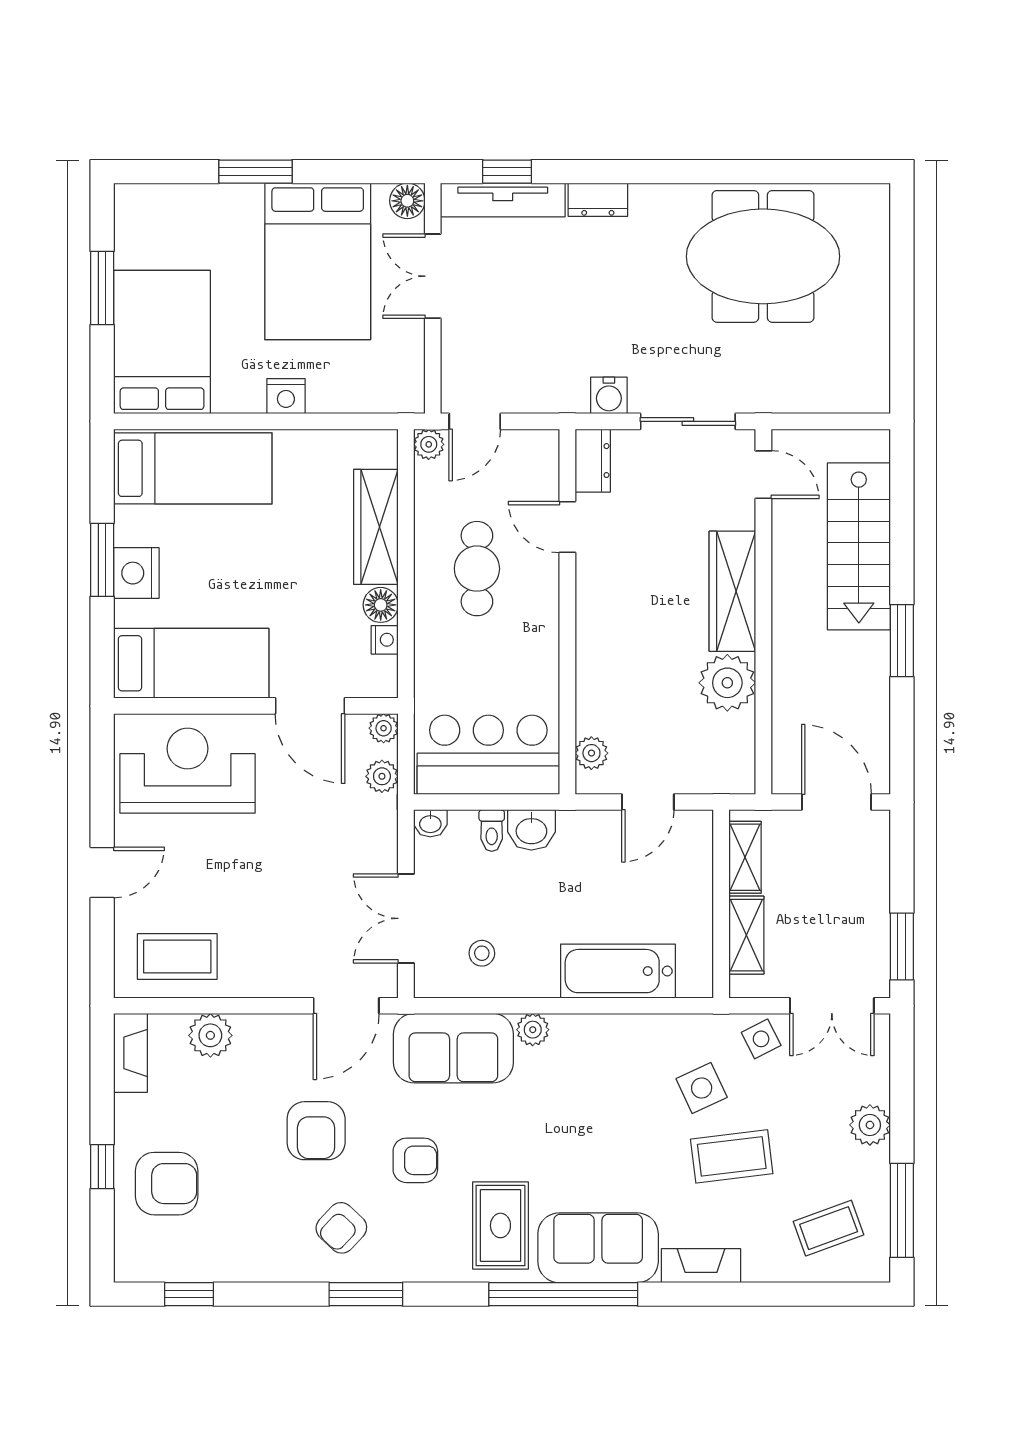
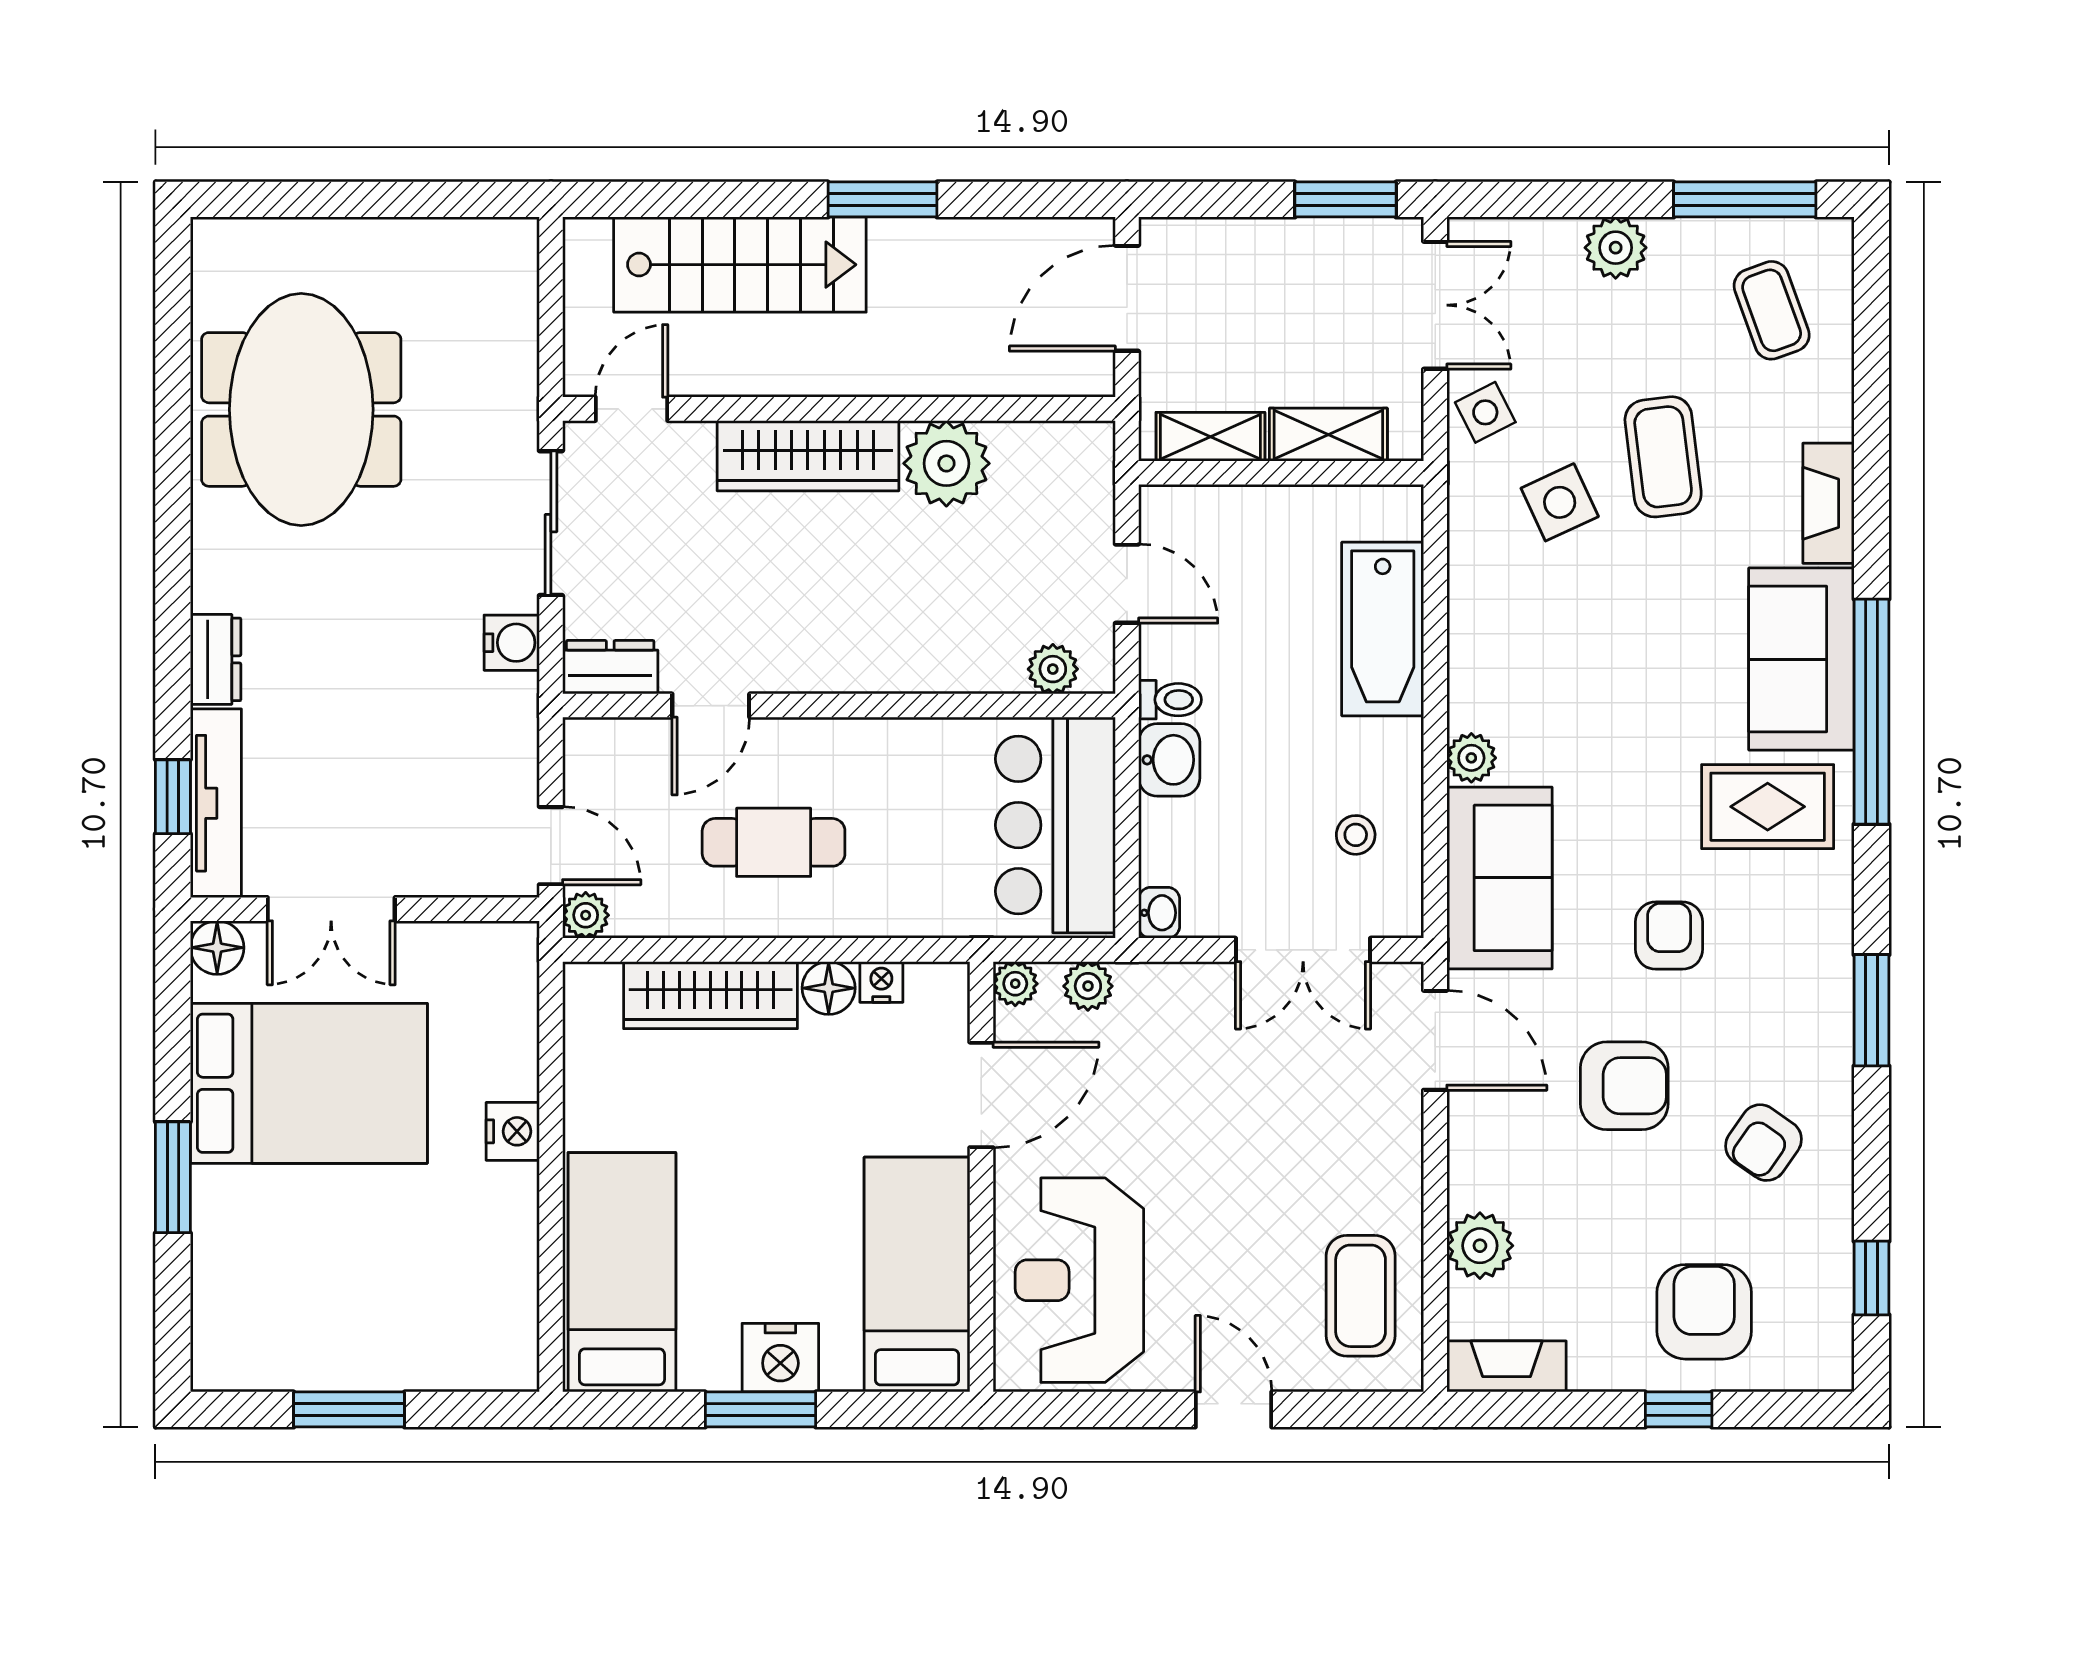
bed: (162, 342) -> (431, 1319), removed
toilet: (492, 830) -> (1170, 700), moved
armchair: (341, 1228) -> (1763, 1143), moved, turned 82

